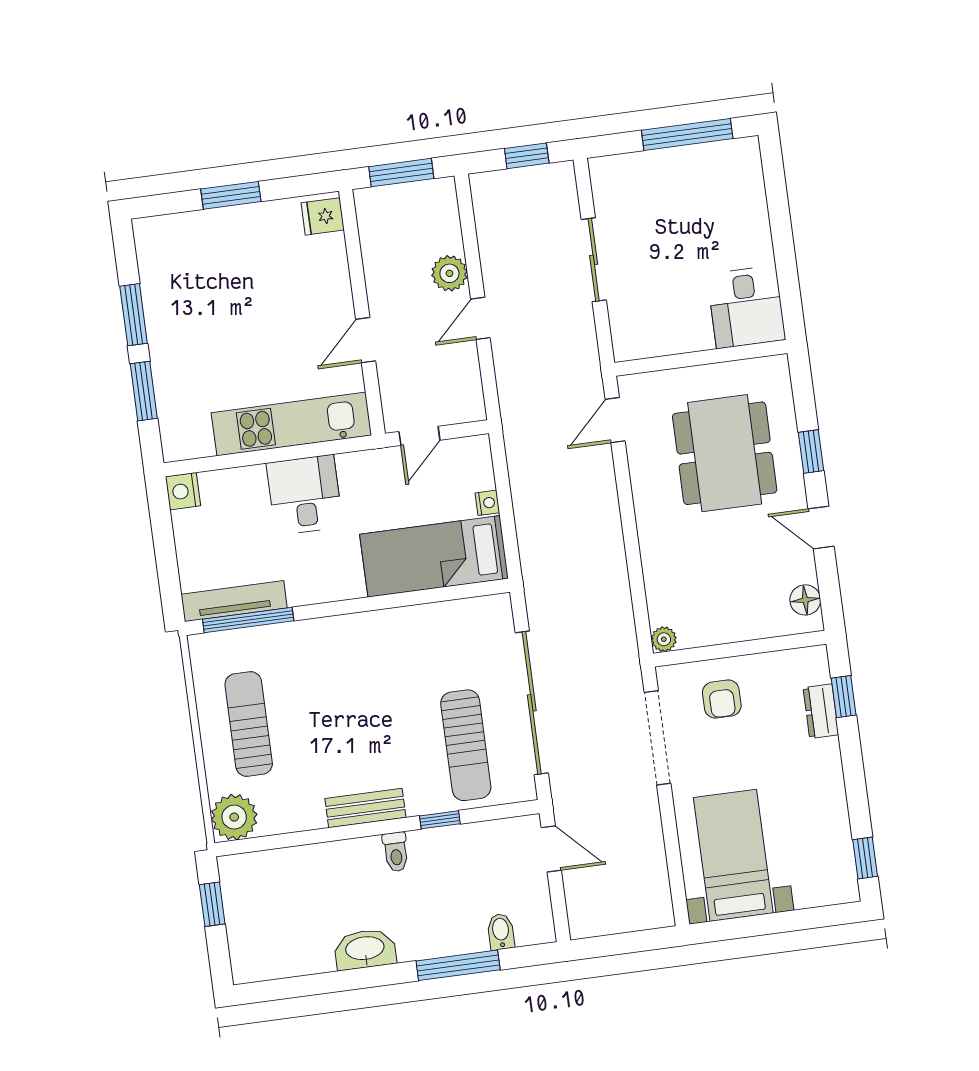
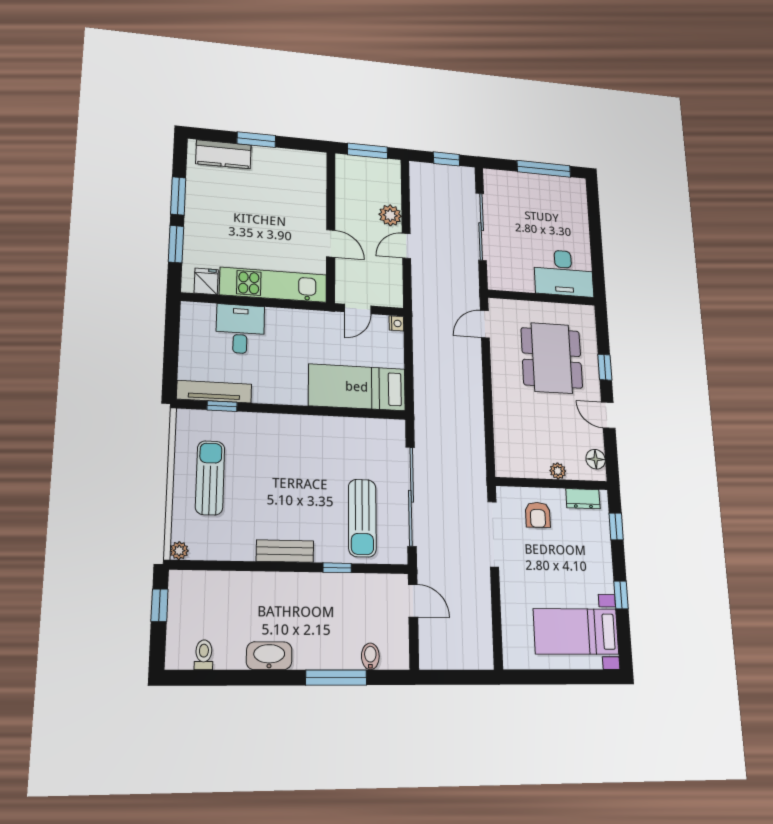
fridge: (323, 216) -> (206, 281), moved, turned 90
kitchen counter: (187, 232) -> (223, 154), added
sliding door: (594, 260) -> (481, 227), width x1.37
desk: (746, 307) -> (564, 273), width x1.37
door: (366, 340) -> (331, 243), swing flipped
nightstand: (183, 491) -> (191, 313), removed
desk: (305, 495) -> (240, 329), moved
nightstand: (487, 503) -> (396, 323), moved
window: (248, 620) -> (222, 406), width x0.46
plant: (664, 639) -> (558, 471), moved
dresser: (821, 711) -> (583, 499), moved, turned -90
plant: (234, 817) -> (179, 551), width x0.53, depth x0.53
toilet: (396, 852) -> (204, 655), moved, turned 180
bed with nightstands: (733, 855) -> (576, 631), moved, turned -90
window: (865, 858) -> (621, 595), moved

